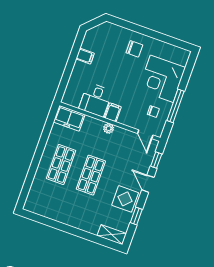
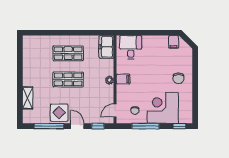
filing cabinet: (85, 56) -> (174, 42), moved
window: (189, 67) -> (179, 126), added
desk: (96, 100) -> (131, 47), moved, turned 90
door: (148, 184) -> (77, 126), hinge flipped
window: (136, 216) -> (49, 126), width x2.17
shelving: (112, 235) -> (28, 98), moved

